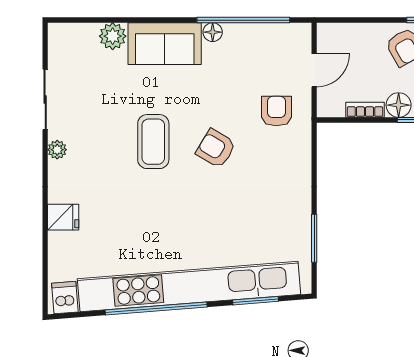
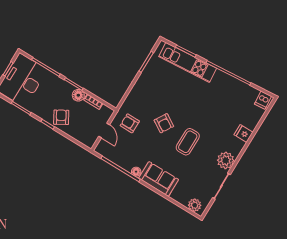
plant: (113, 36) -> (195, 205), moved
door: (314, 70) -> (104, 131), swing flipped
armchair: (276, 111) -> (130, 123), turned 90
plant: (57, 150) -> (226, 160), width x1.87, depth x1.87
kitchen unit: (189, 287) -> (188, 62), width x0.54

